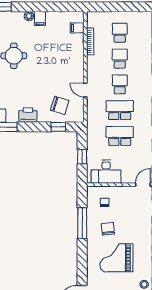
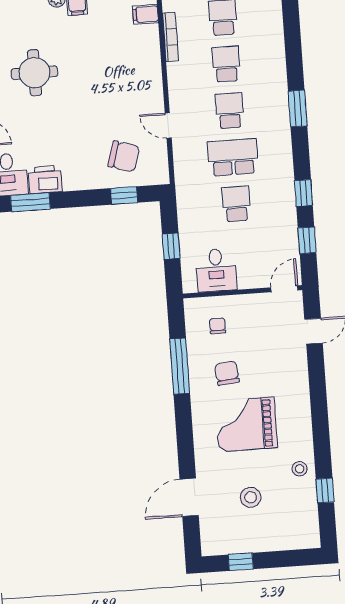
printer: (28, 115) -> (45, 180), moved
school desk: (120, 136) -> (236, 204), width x0.54
desk: (106, 172) -> (216, 270), width x0.73

